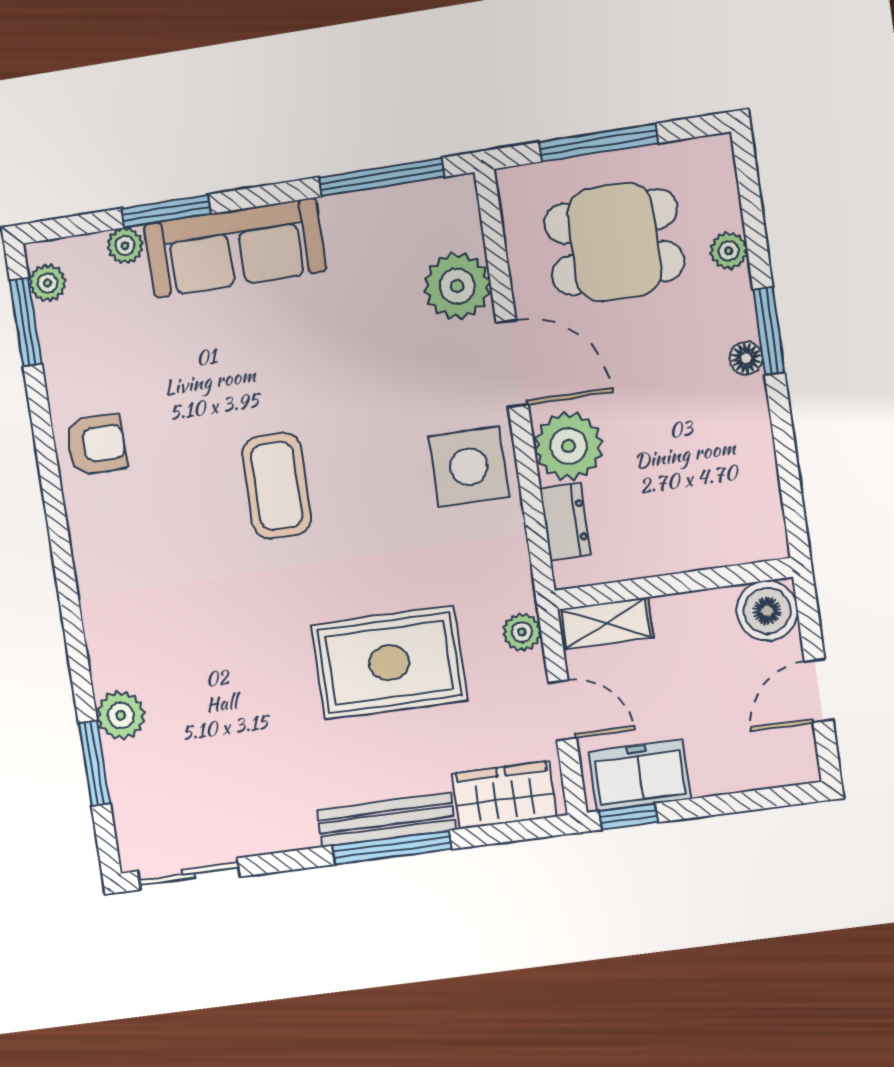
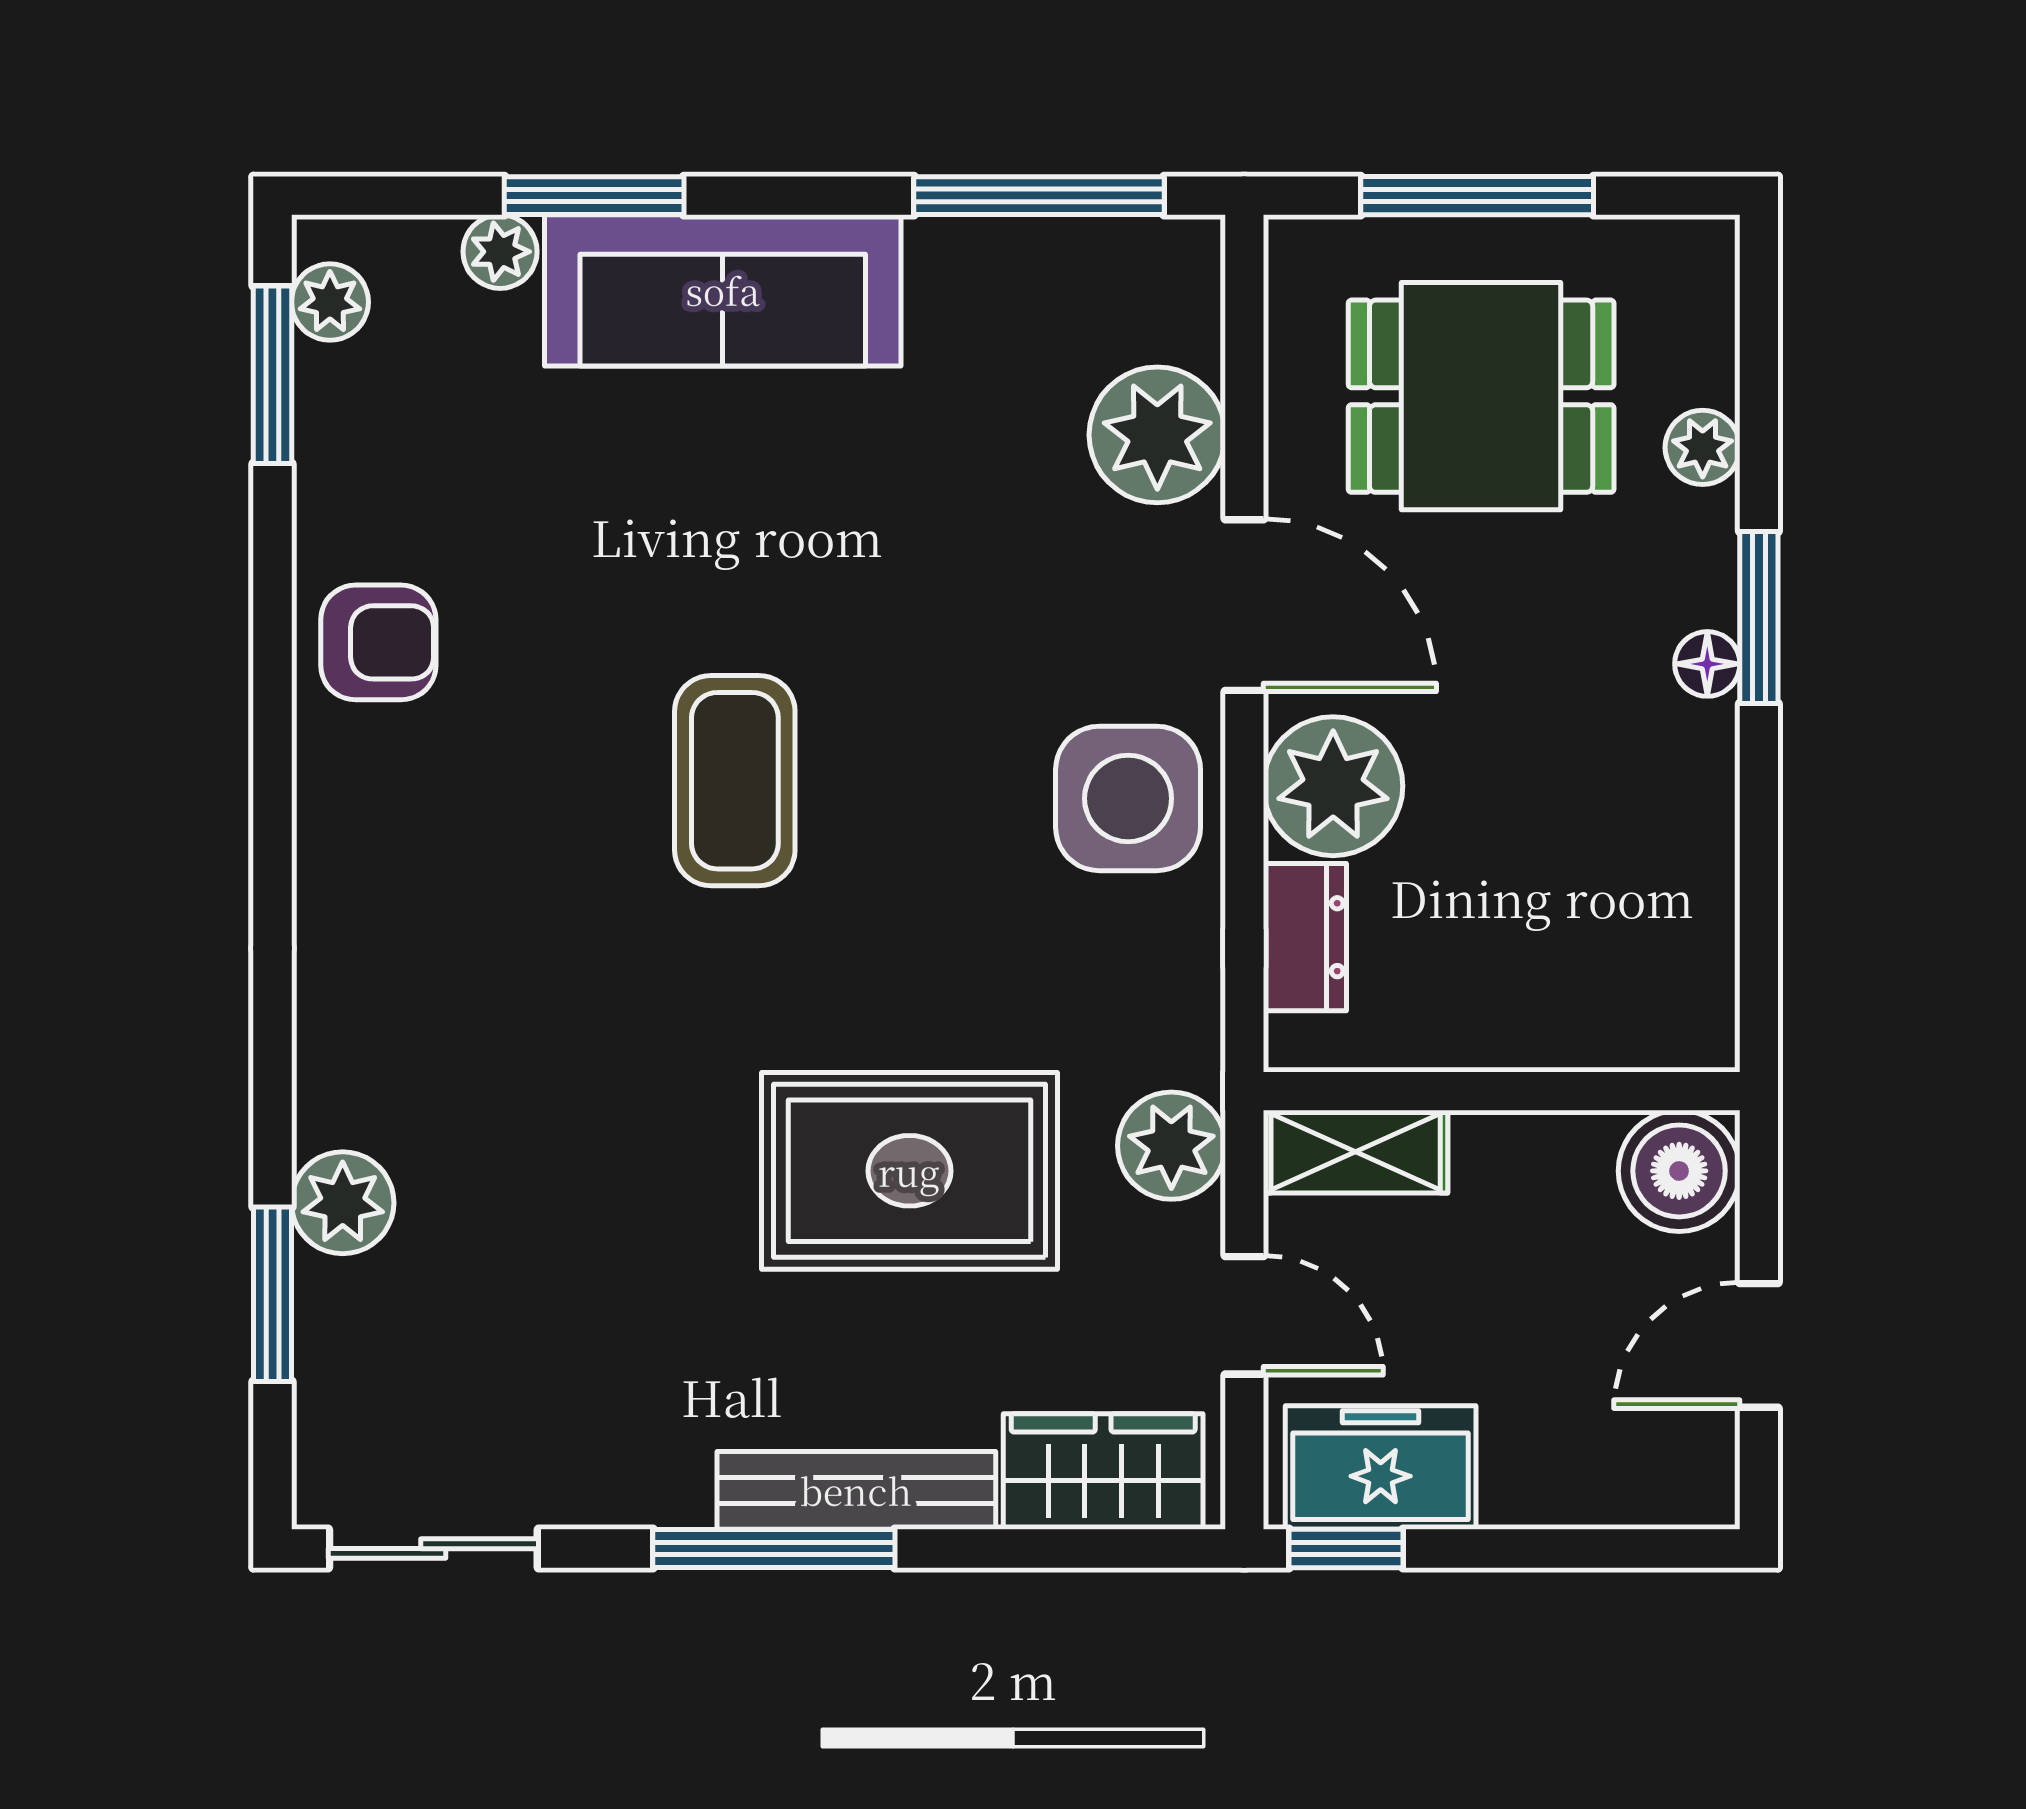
plant: (522, 632) -> (1171, 1146), width x1.38, depth x1.38
window: (392, 847) -> (774, 1549), moved

